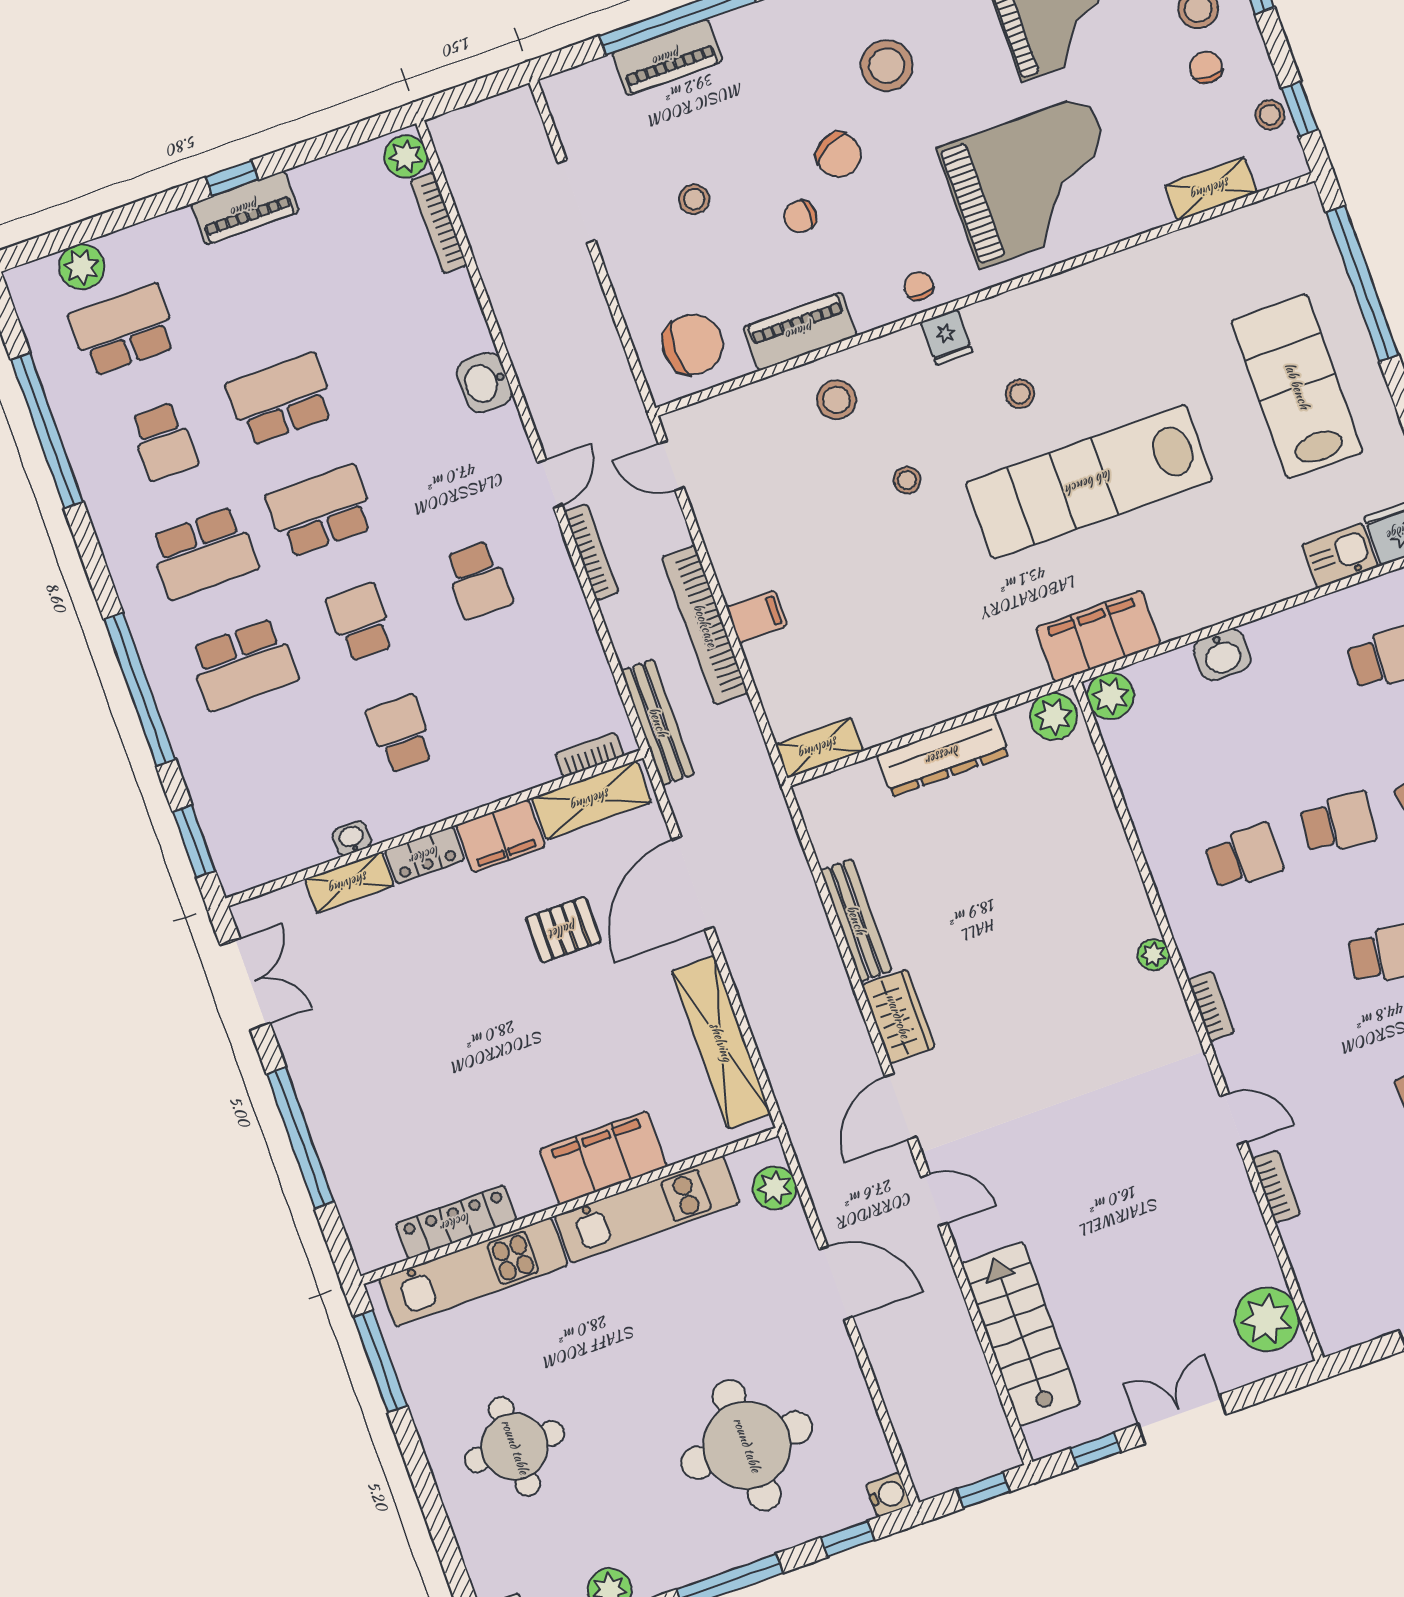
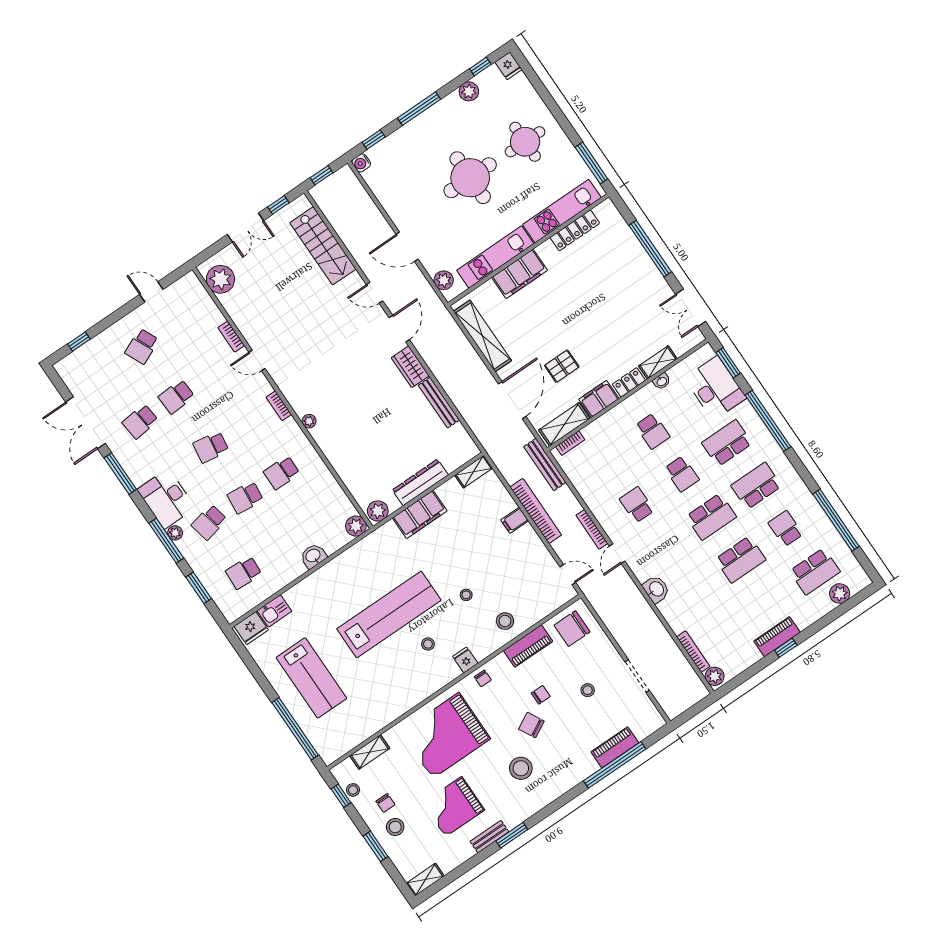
filing cabinet: (1098, 636) -> (420, 514), moved
desk: (237, 793) -> (715, 388), added
round table: (747, 1445) -> (470, 178), moved

